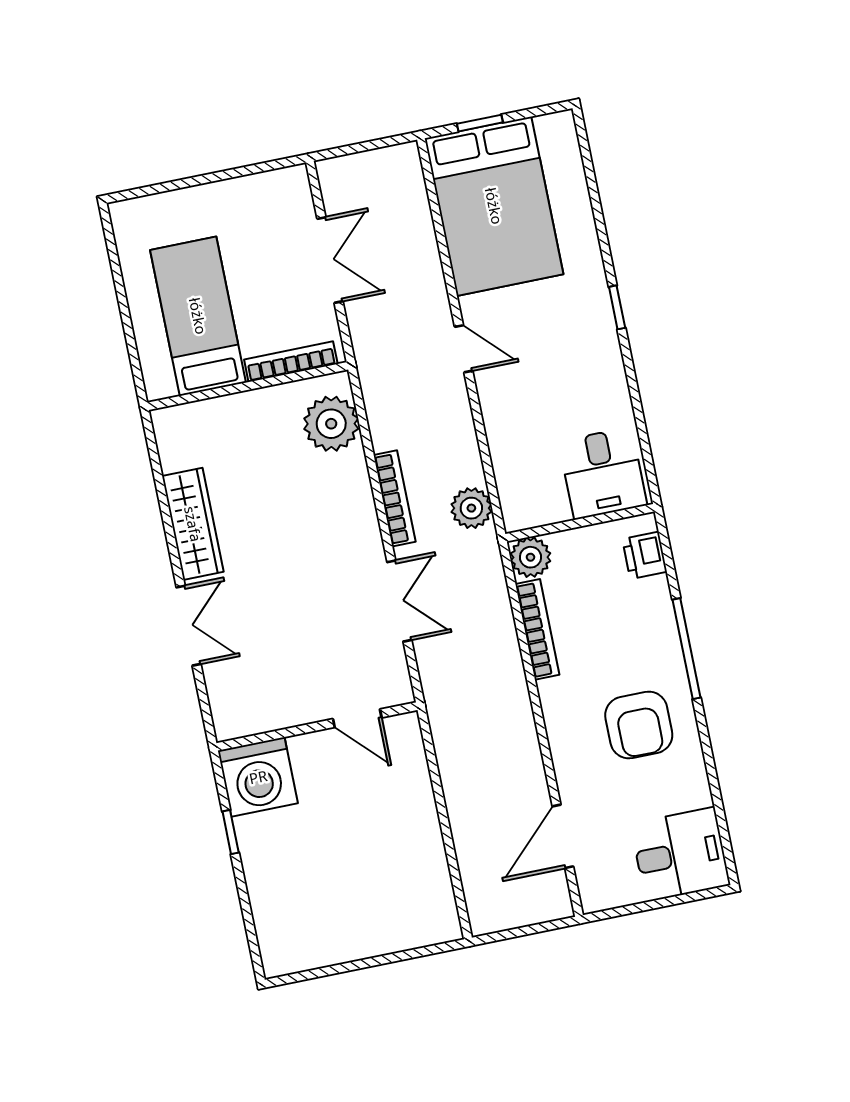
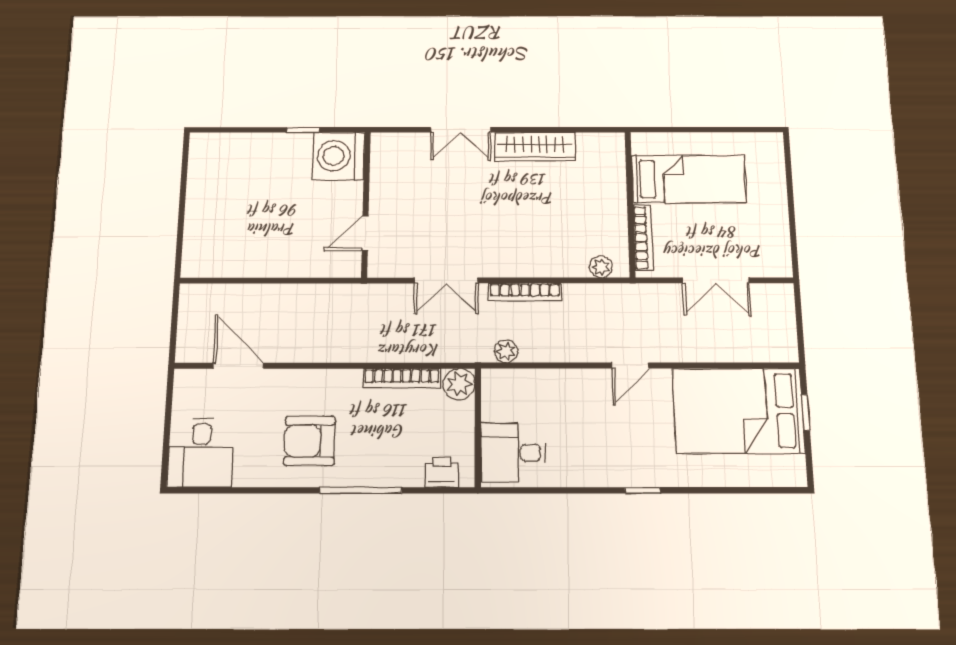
plant: (331, 424) -> (601, 267), width x0.53, depth x0.53
plant: (471, 508) -> (506, 351), width x0.73, depth x0.73

